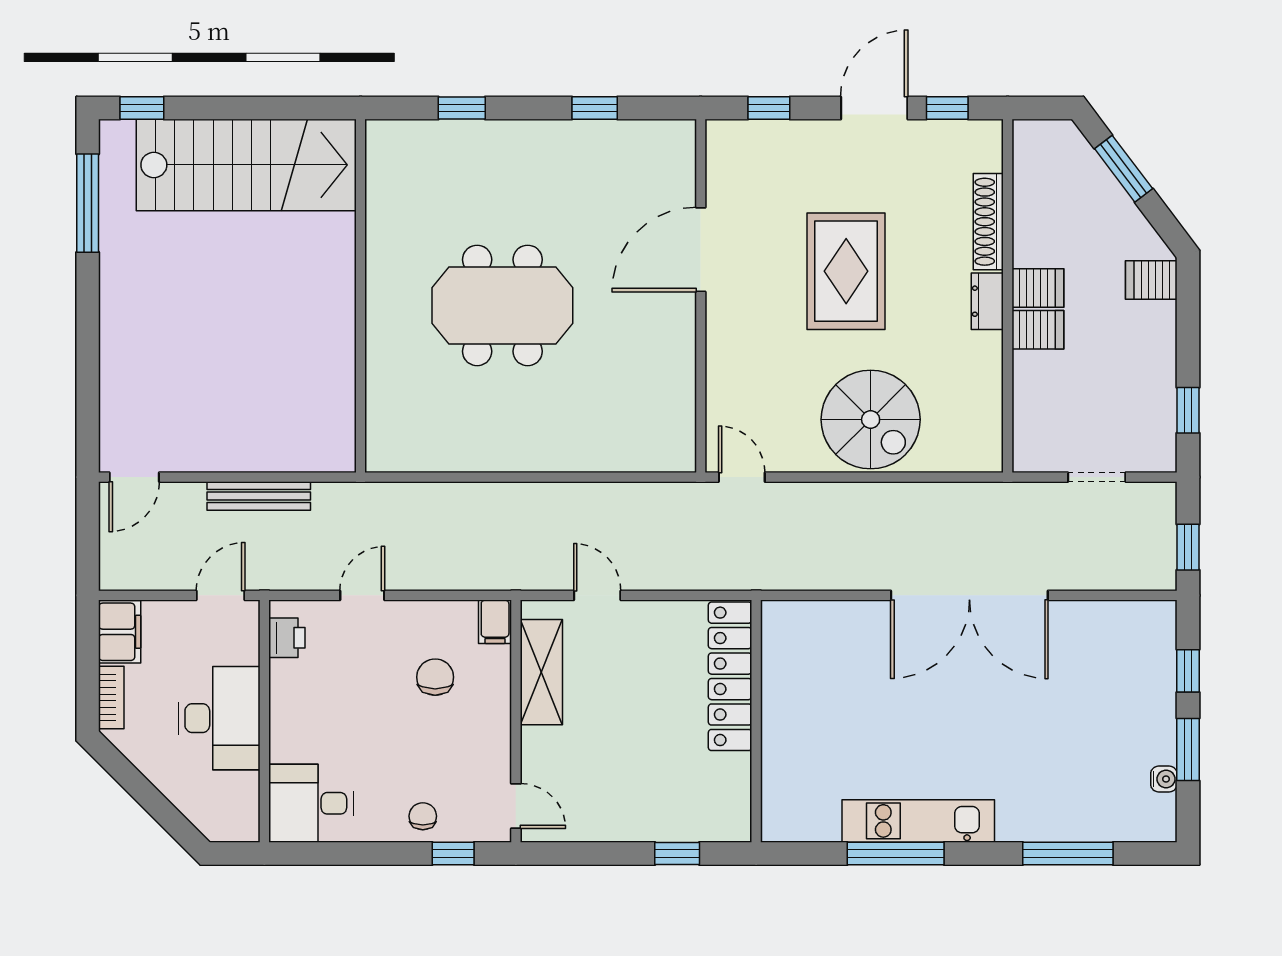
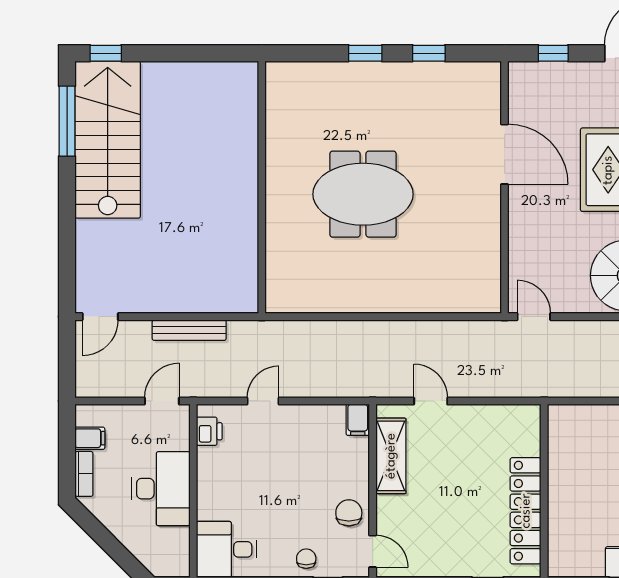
window: (462, 108) -> (365, 53), moved
stairs: (246, 165) -> (108, 140), moved, turned -90
door: (701, 250) -> (505, 154), swing flipped
filing cabinet: (120, 632) -> (90, 438), width x0.50
locker: (730, 676) -> (526, 511), moved
chair: (435, 677) -> (349, 513), moved

